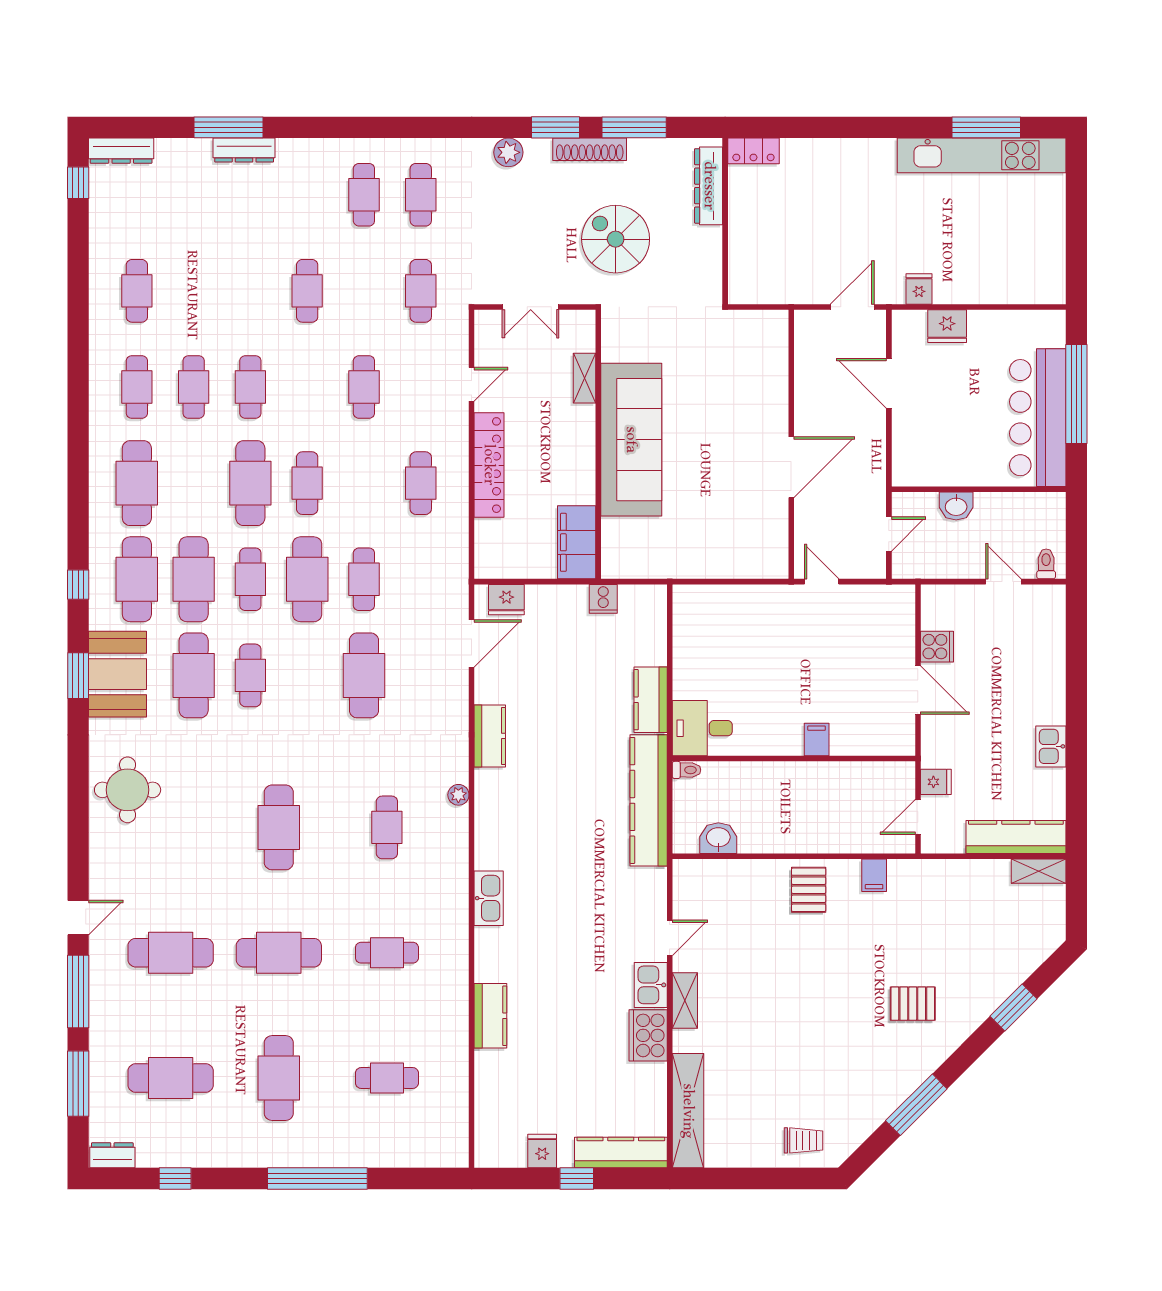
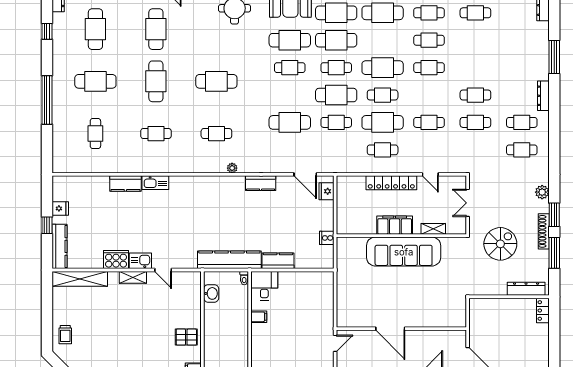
dresser: (244, 150) -> (543, 96), moved
cafe table: (421, 291) -> (475, 122), moved
cafe table: (364, 483) -> (383, 122), added
filing cabinet: (577, 542) -> (395, 225), moved
filing cabinet: (817, 740) -> (259, 317), moved
kitchen sink: (489, 898) -> (155, 183), moved
cafe table: (387, 953) -> (156, 134), turned 90

